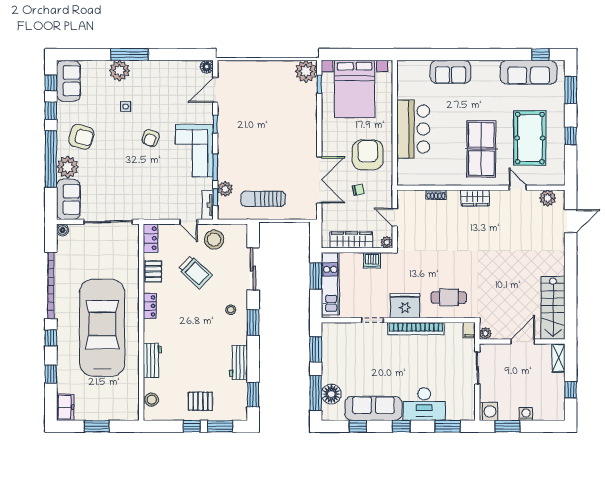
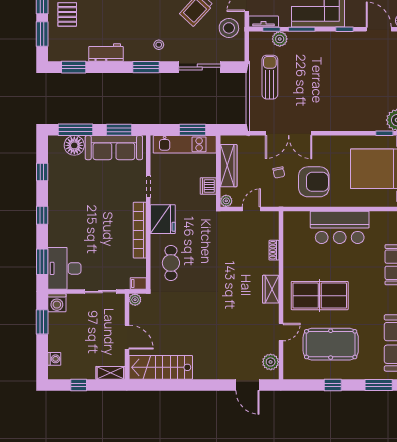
desk: (424, 404) -> (64, 268), moved
sofa: (373, 408) -> (114, 148), moved, turned 90
washing machine: (526, 414) -> (54, 359), moved

